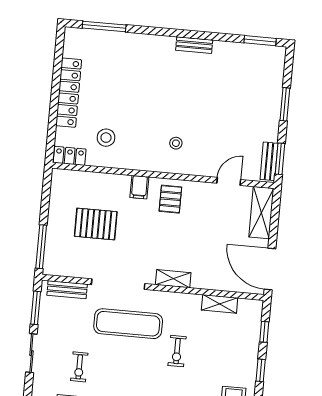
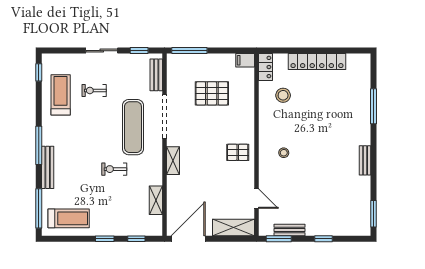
window: (104, 26) -> (374, 106), moved
window: (285, 104) -> (323, 239), width x0.67
bench: (269, 161) -> (289, 230), moved
filing cabinet: (139, 187) -> (245, 60), moved
pallet: (96, 224) -> (212, 93), turned 90
window: (36, 308) -> (139, 51), width x0.67

